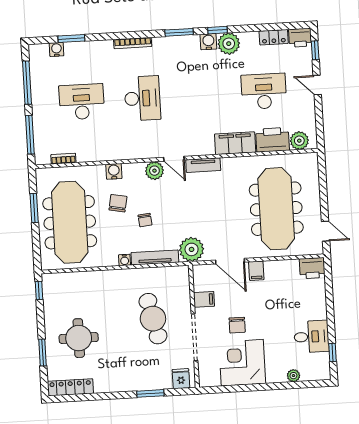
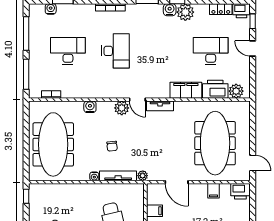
chair: (118, 203) -> (92, 132), removed
window: (34, 208) -> (26, 132), removed
plant: (192, 249) -> (143, 176), width x0.53, depth x0.53
filing cabinet: (256, 271) -> (214, 191), moved

